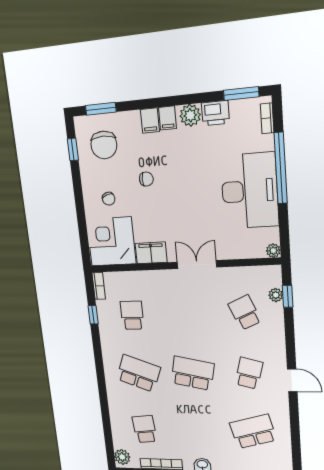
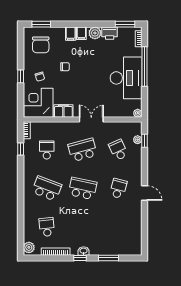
window: (73, 150) -> (21, 76), moved
school desk: (253, 431) -> (83, 150), moved

